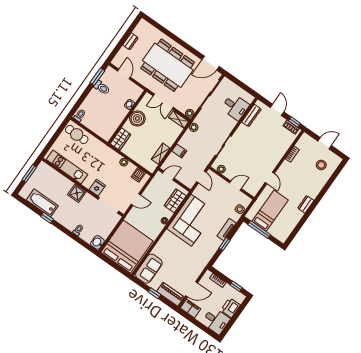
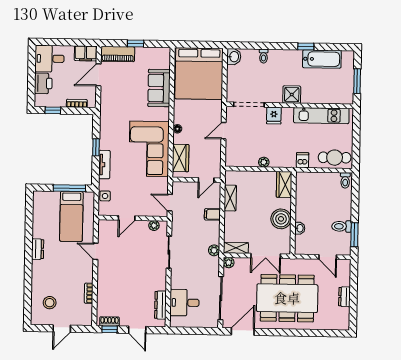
double door: (163, 102) -> (266, 256), swing flipped
dishwasher: (138, 175) -> (303, 160), moved
sofa: (149, 269) -> (159, 88), moved

